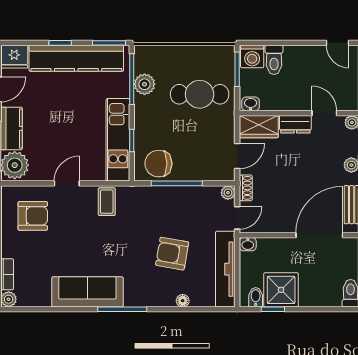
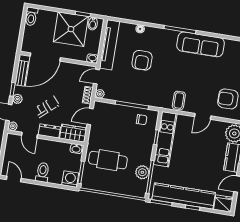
toilet: (274, 60) -> (43, 172), moved
chair: (158, 164) -> (142, 120), width x0.54, depth x0.54
armchair: (172, 254) -> (142, 60), turned 80
shower: (281, 290) -> (71, 29), width x1.37, depth x1.37

